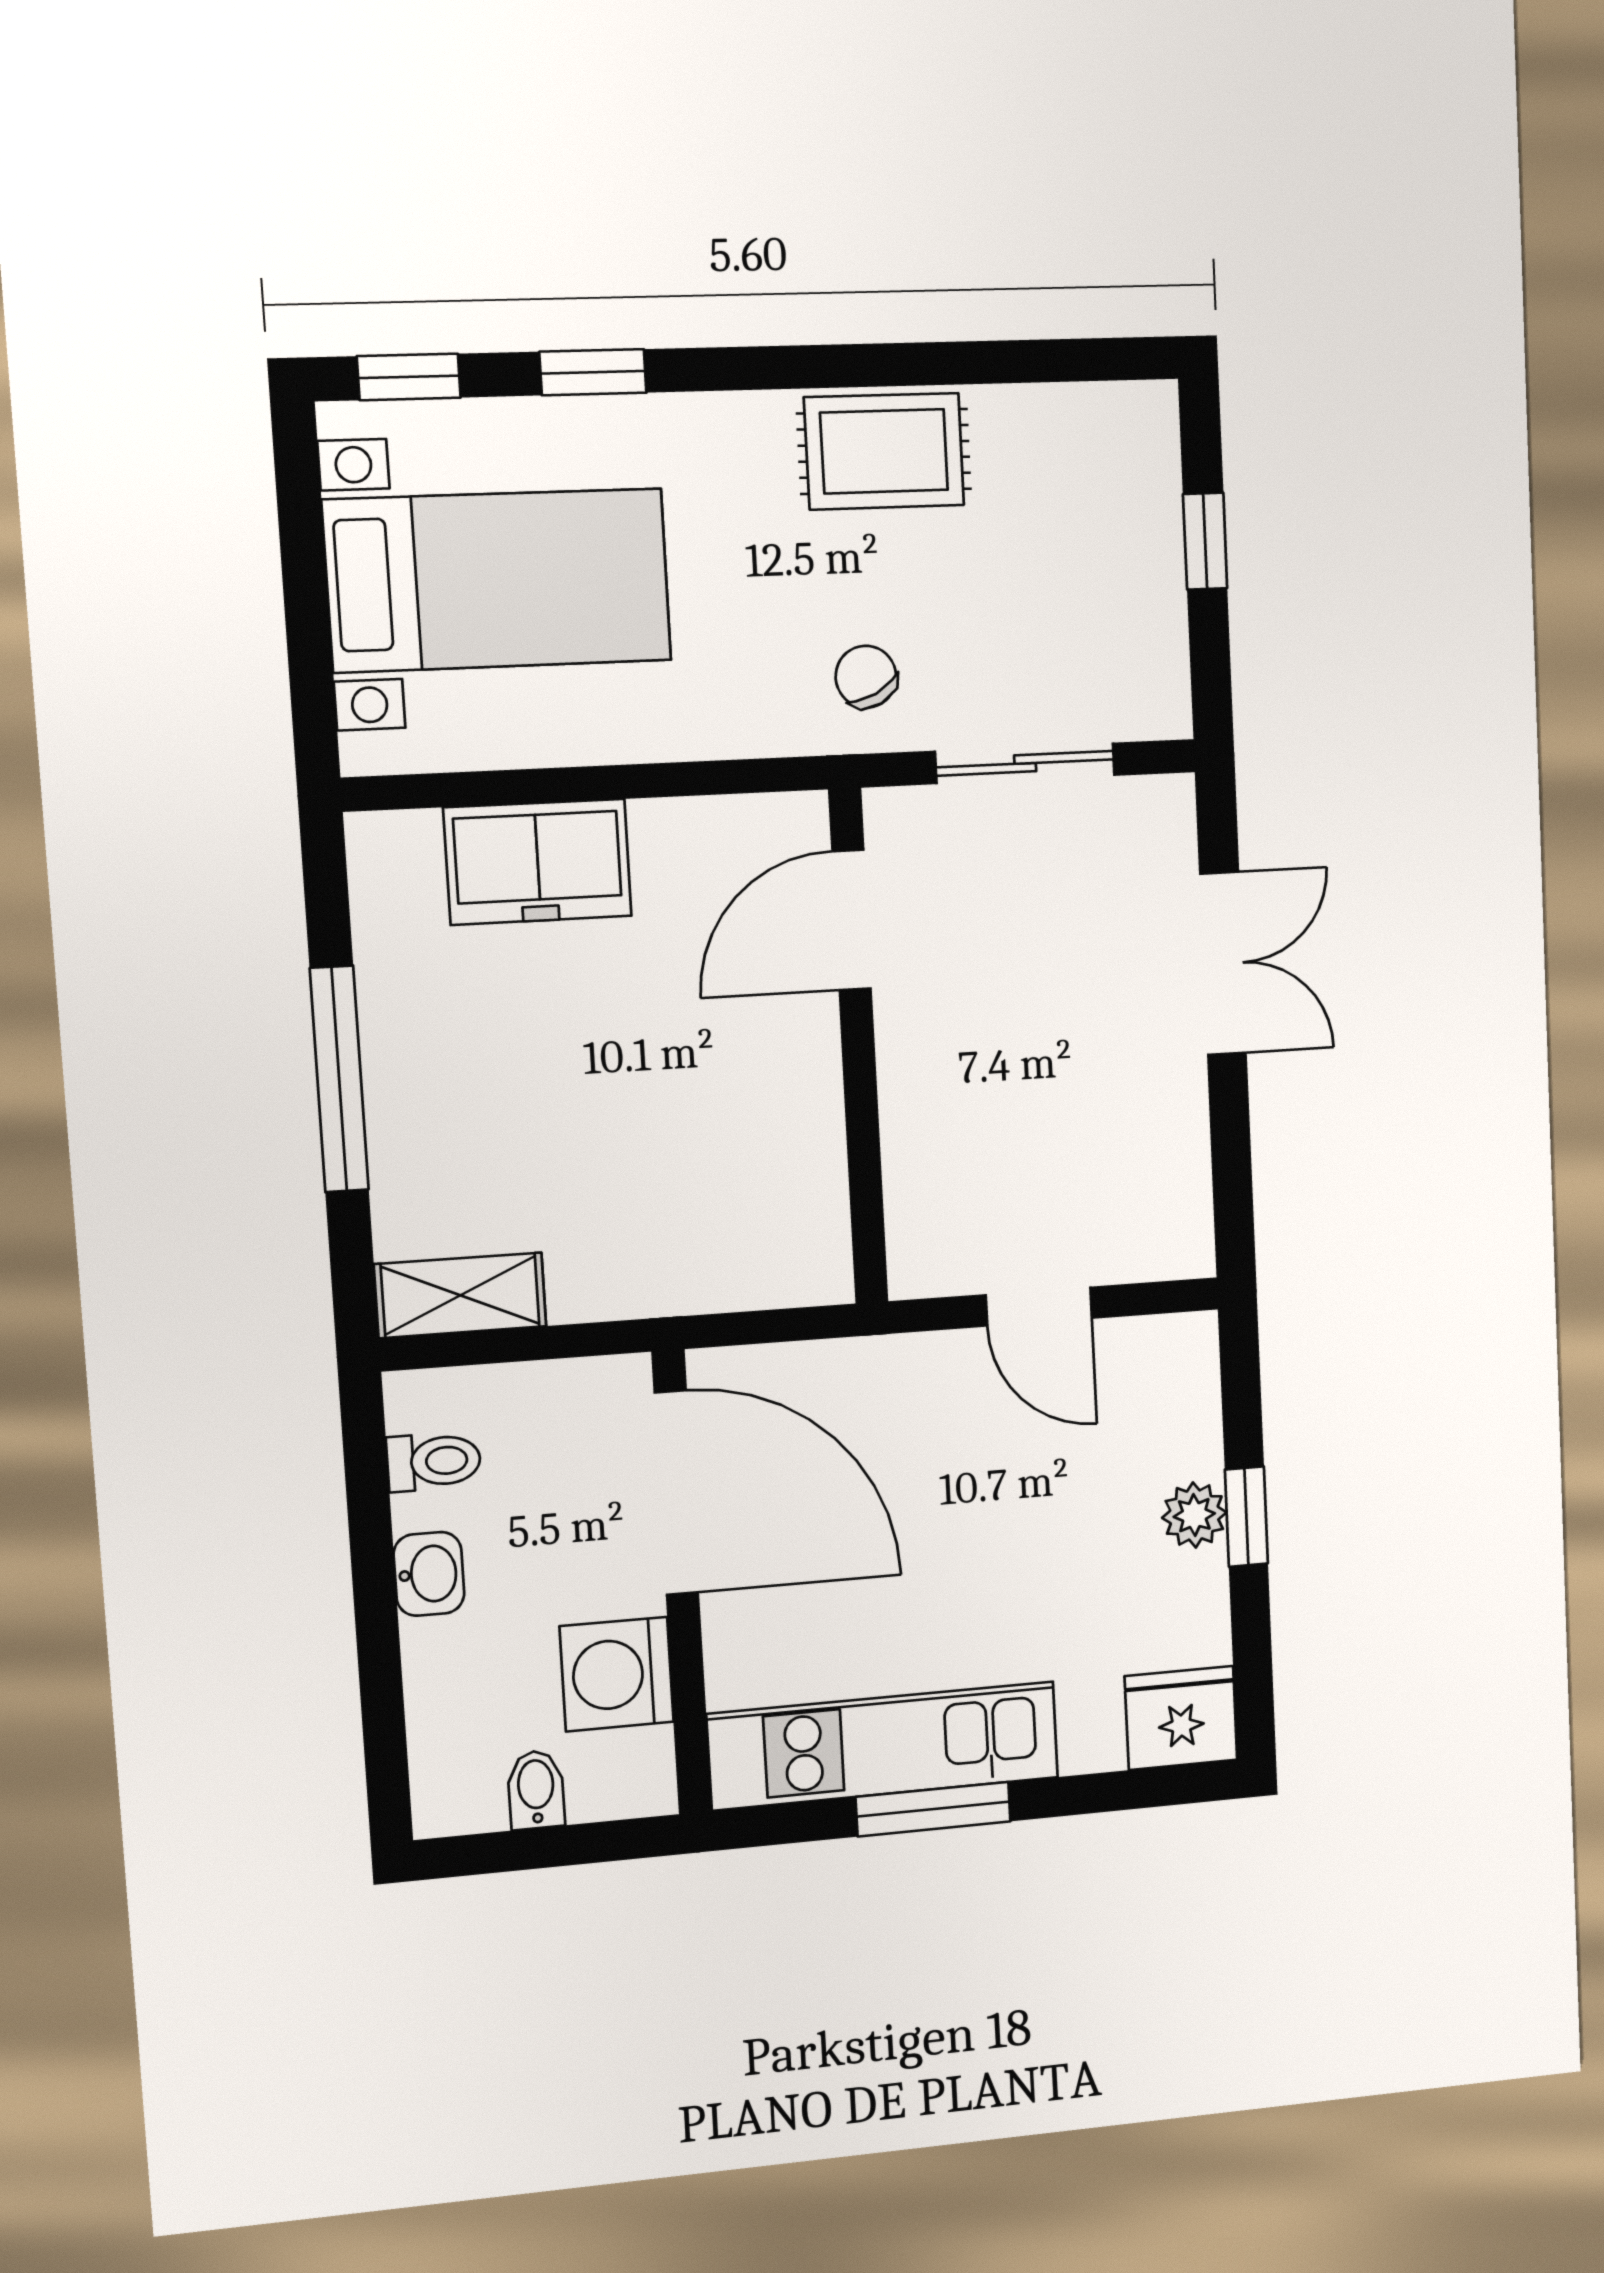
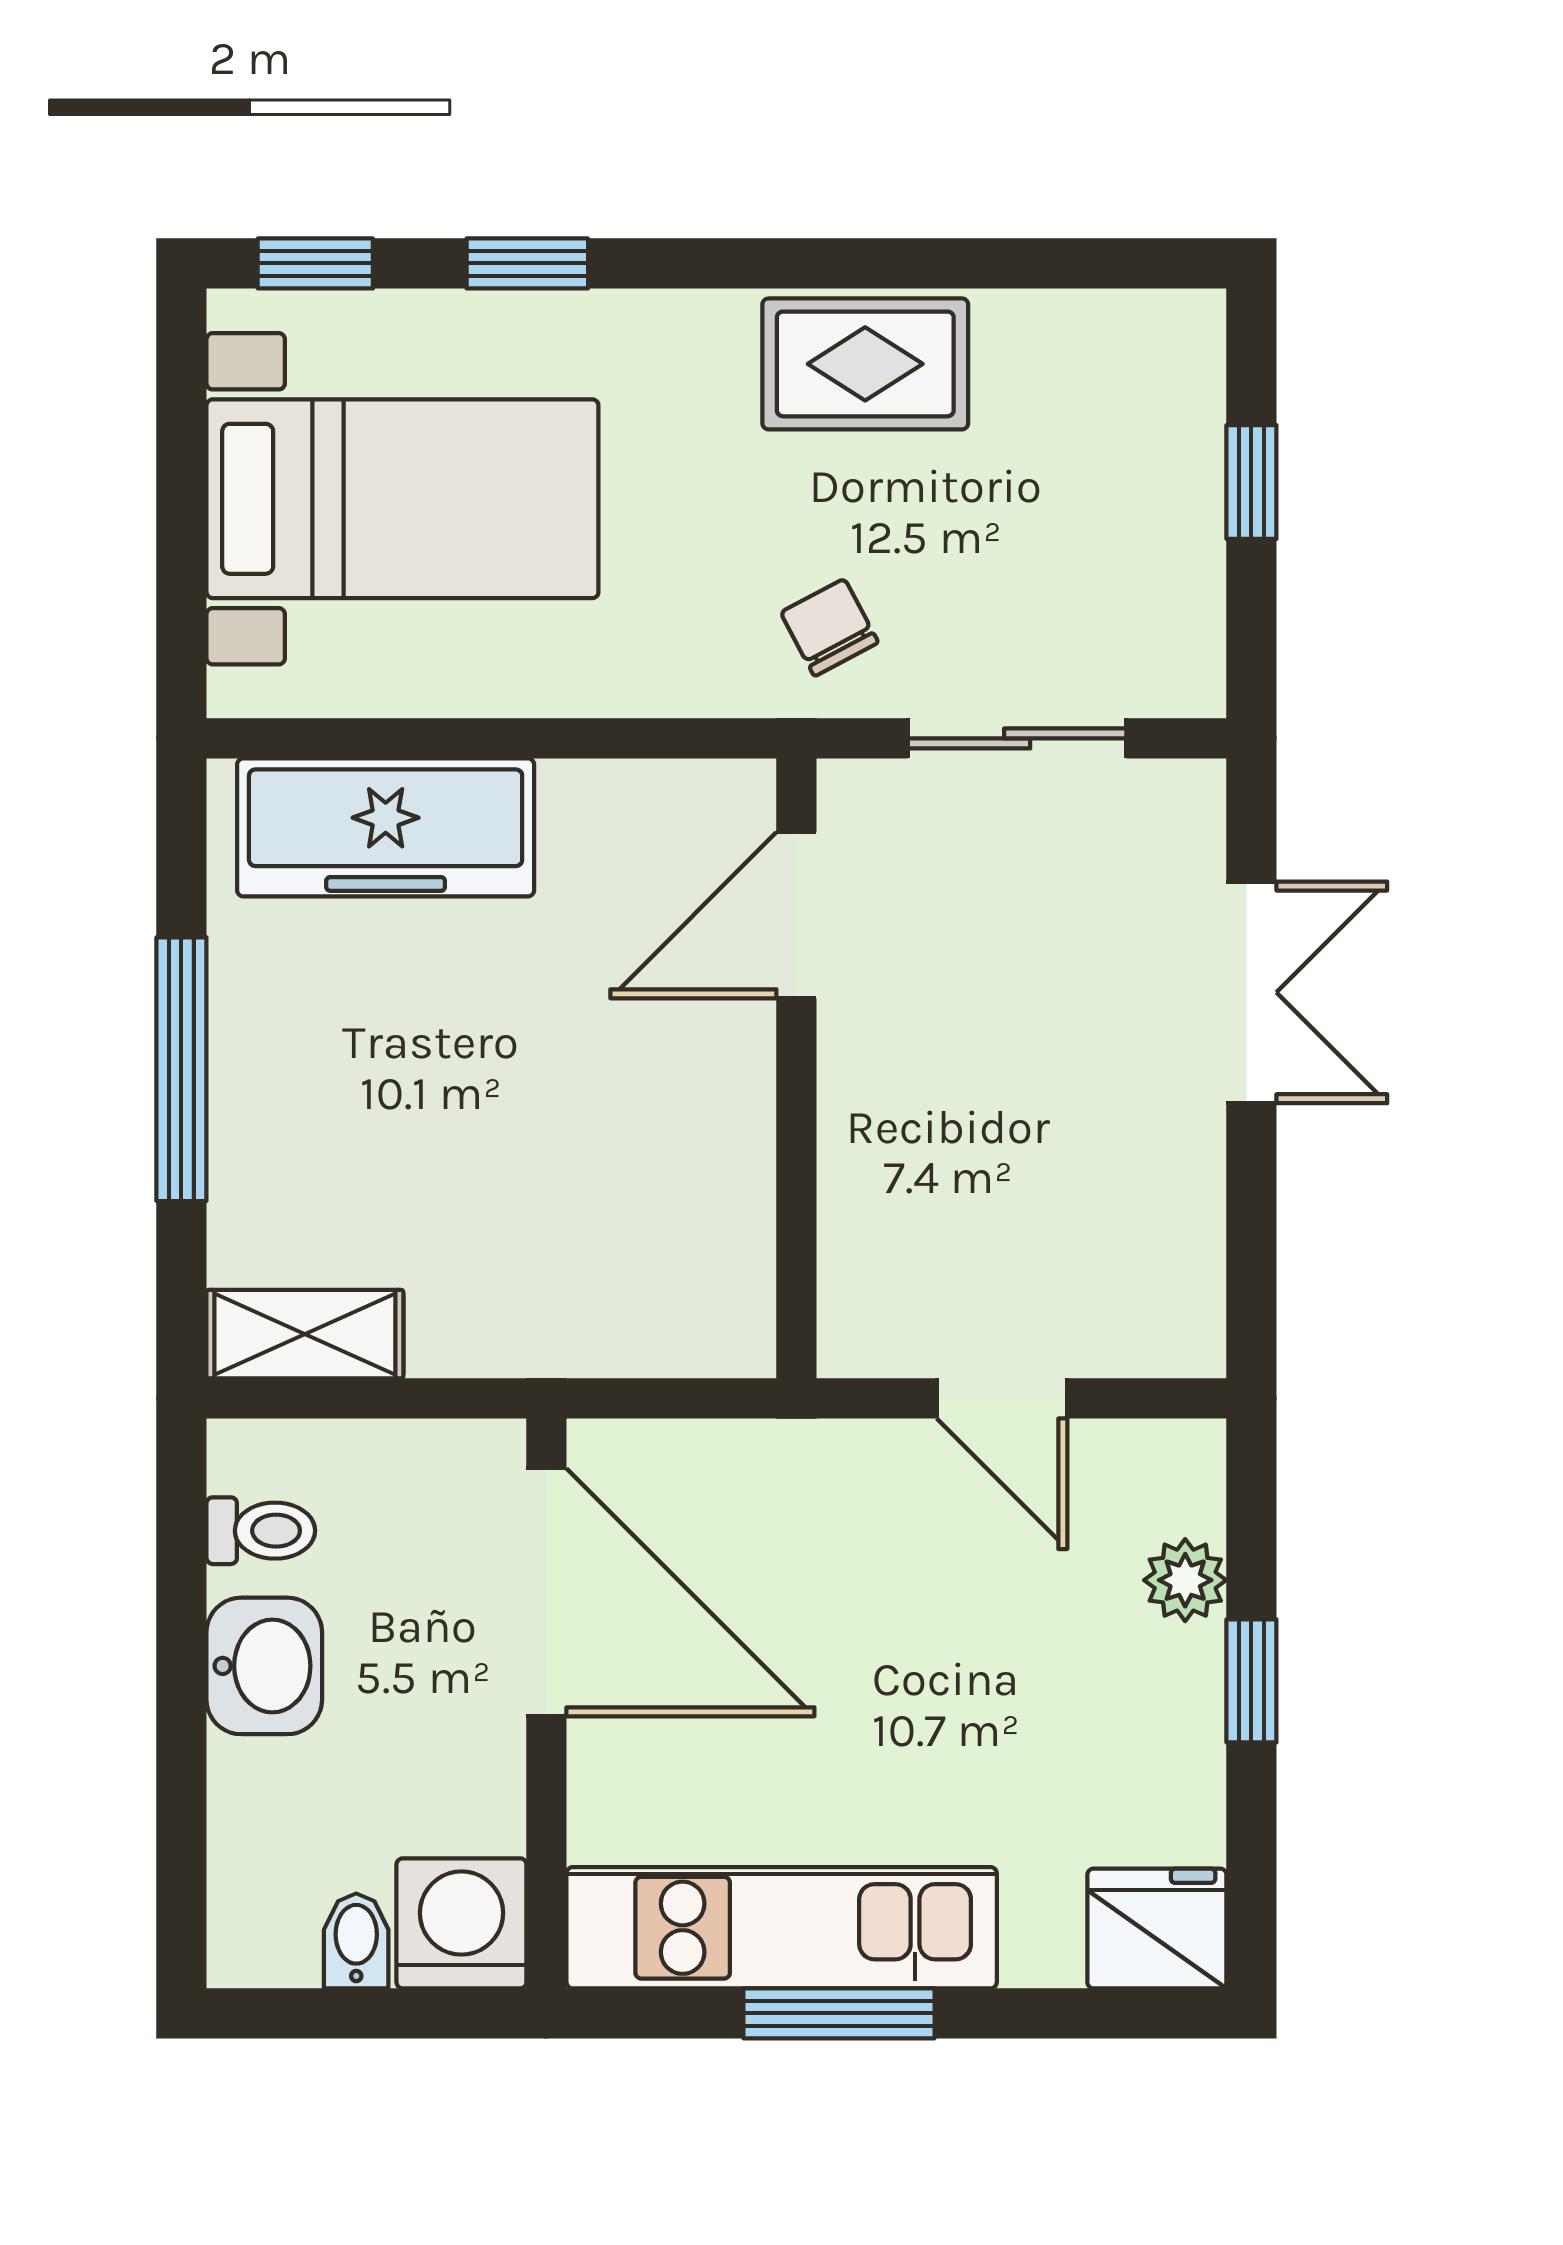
freezer: (538, 862) -> (386, 827), width x1.40
plant: (1194, 1515) -> (1185, 1580), moved
washbasin: (429, 1574) -> (264, 1666), width x1.38, depth x1.45
washing machine: (617, 1674) -> (461, 1923), moved, turned 90

